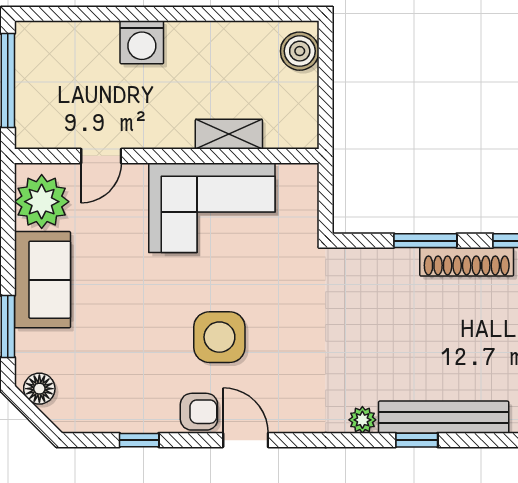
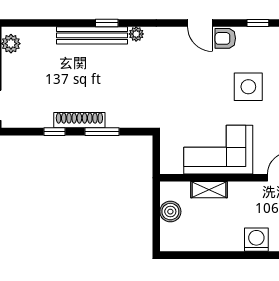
boiler: (300, 51) -> (170, 212), moved
side table: (219, 337) -> (248, 87), moved

